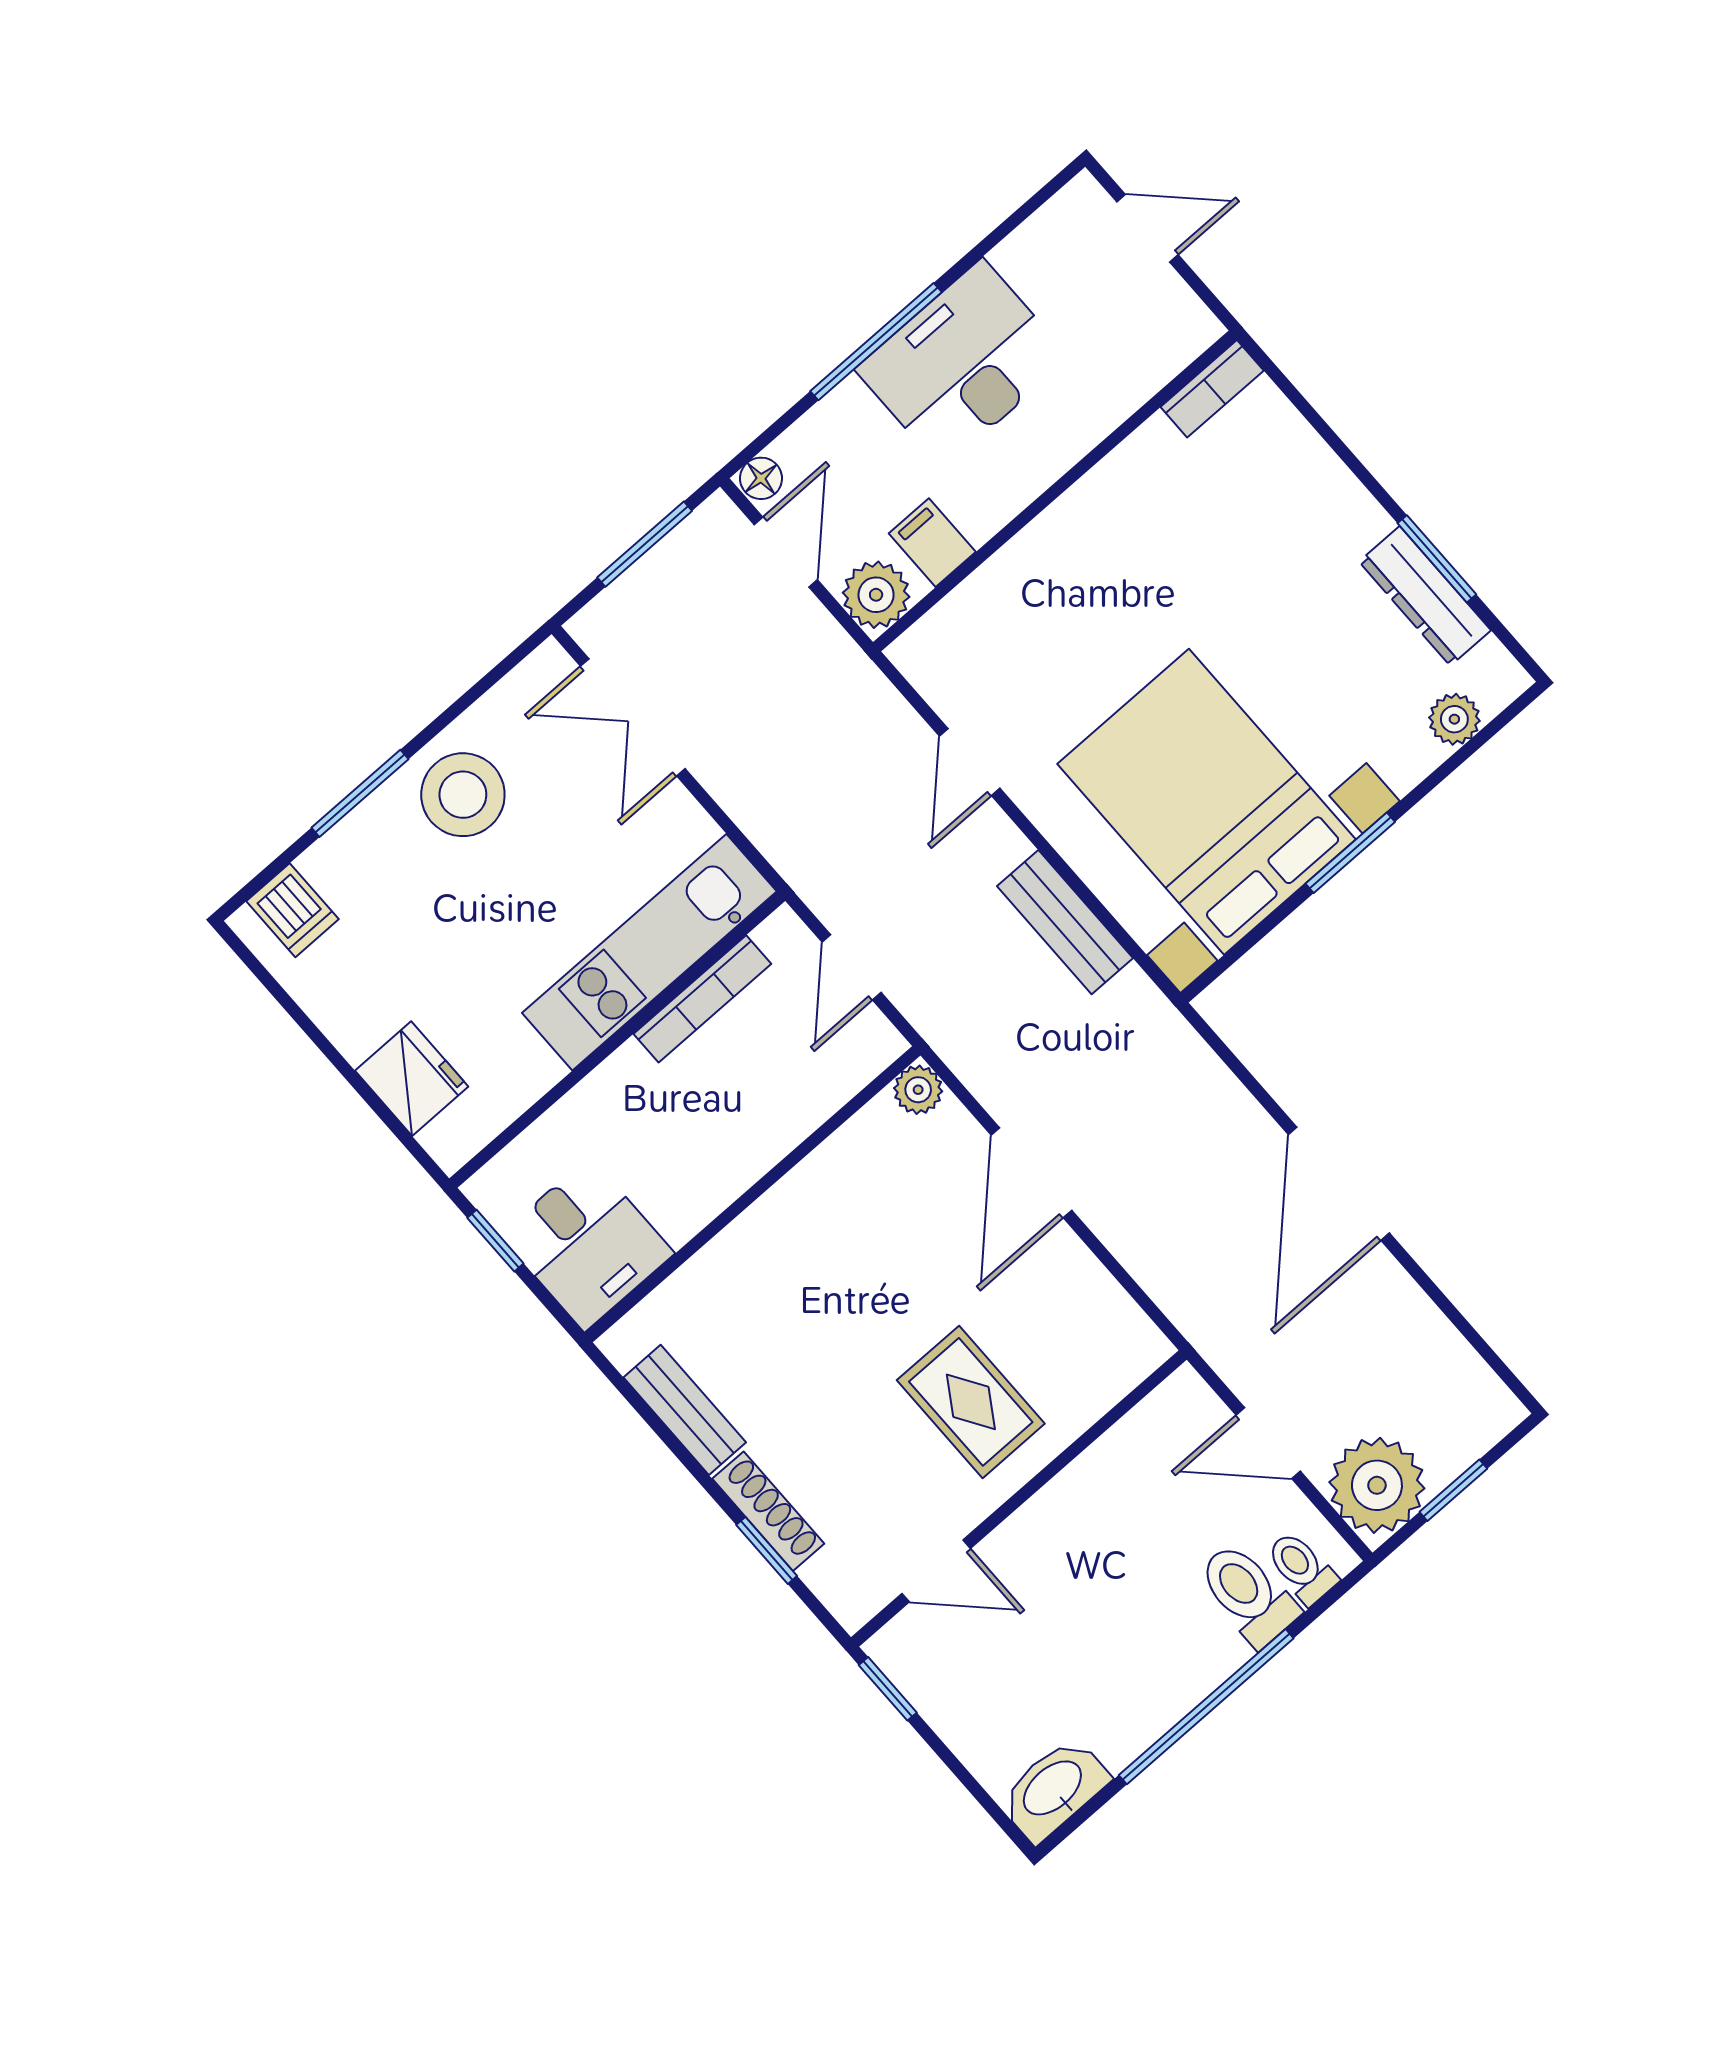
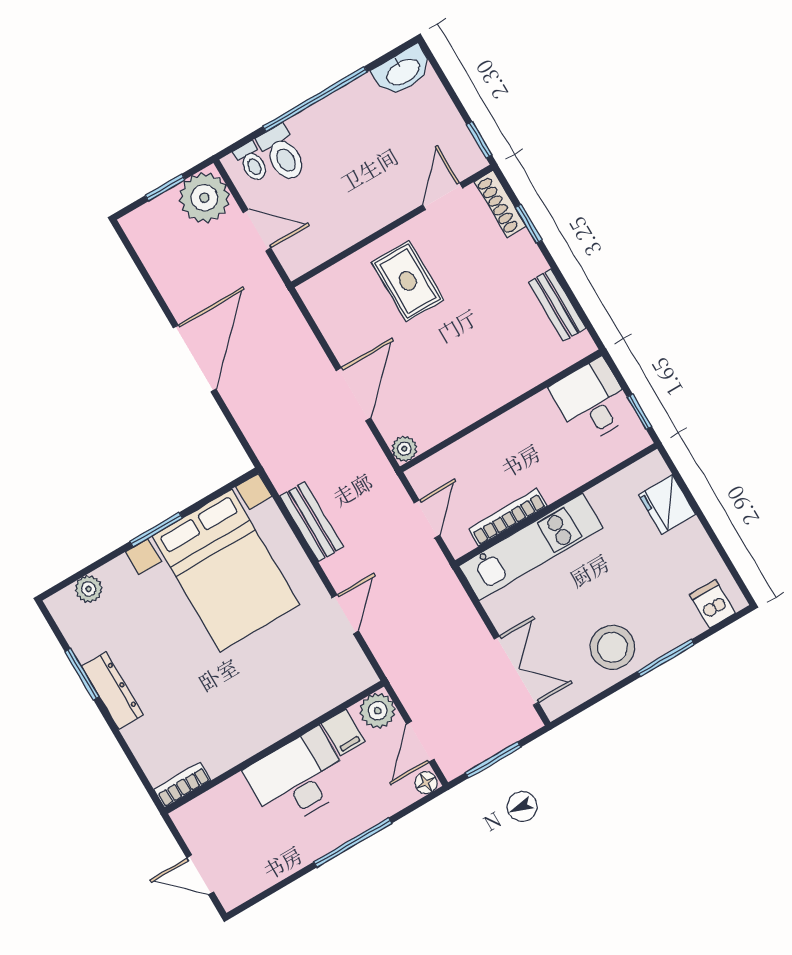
desk: (963, 364) -> (298, 778), moved, turned 180
dresser: (1425, 596) -> (112, 691), moved
shoe rack: (768, 1511) -> (500, 204), moved
door: (936, 1571) -> (442, 196), hinge flipped

